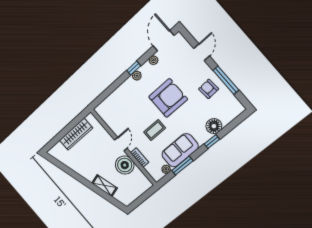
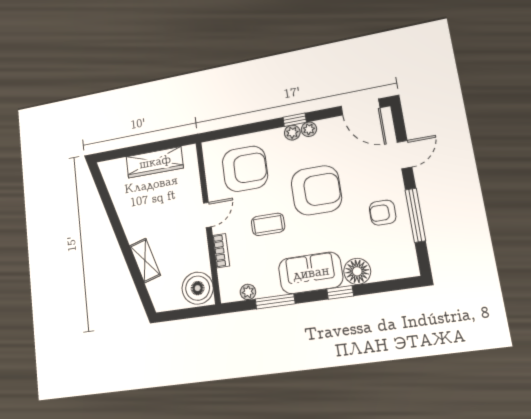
door: (164, 41) -> (360, 107), swing flipped
plant: (153, 60) -> (309, 129), moved
armchair: (209, 89) -> (383, 213), turned -86
armchair: (125, 109) -> (245, 169), added
sofa: (180, 150) -> (311, 273), moved
boiler: (125, 165) -> (198, 288), moved

